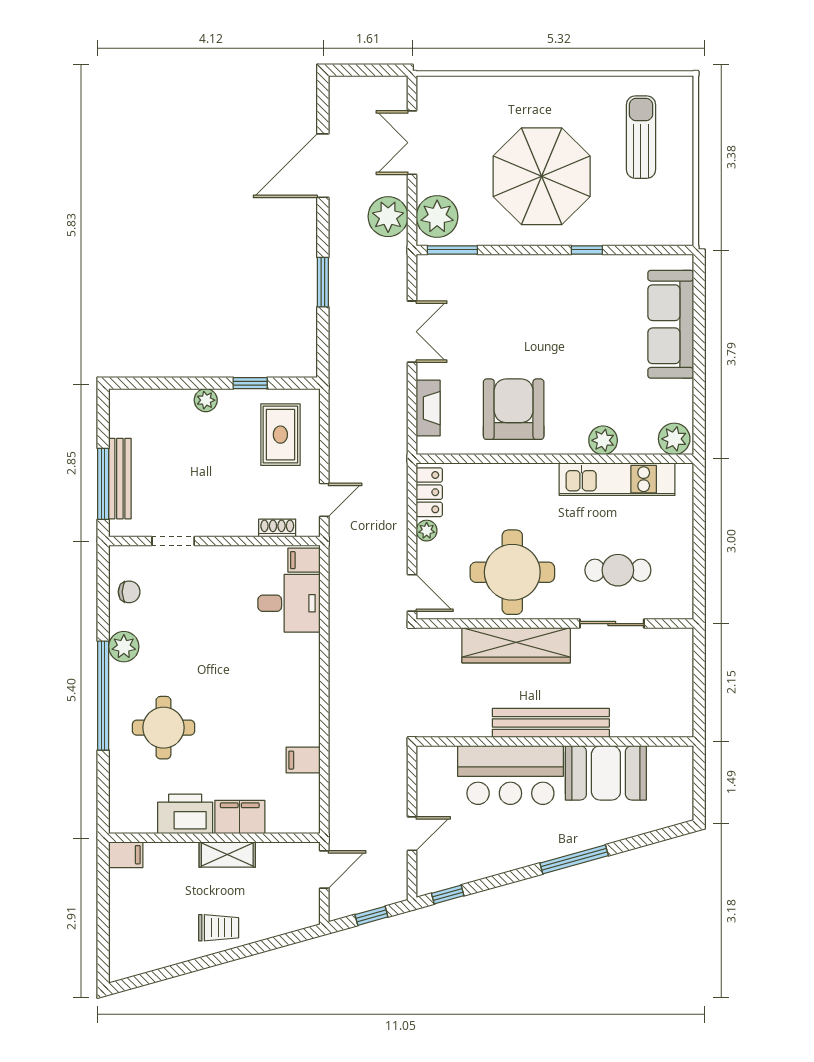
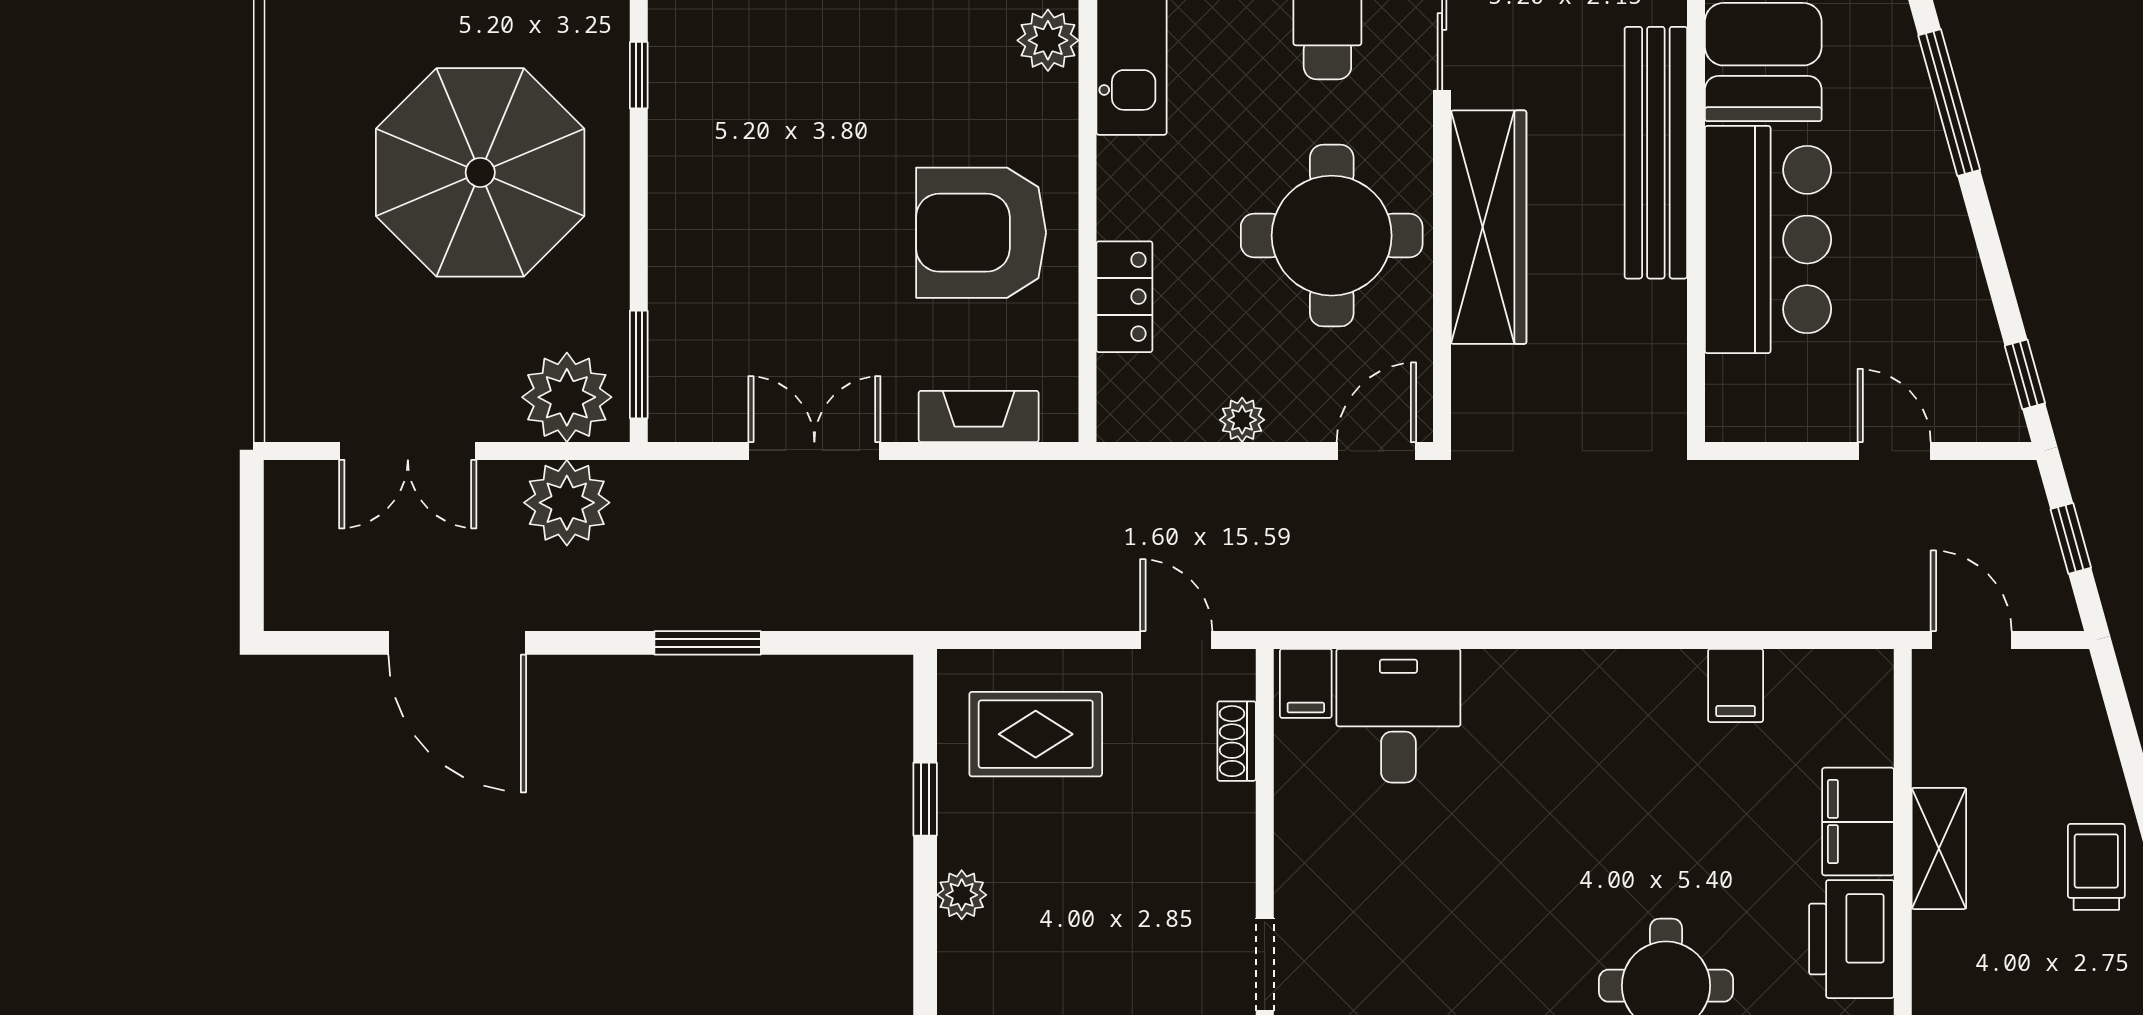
locker: (429, 492) -> (1124, 297), moved, turned 90

